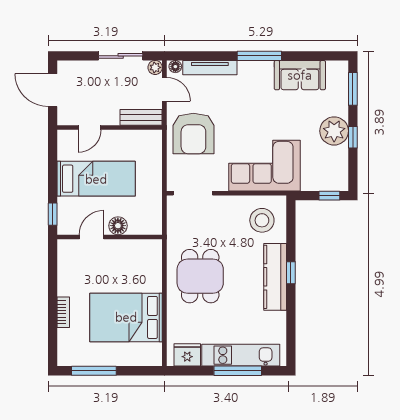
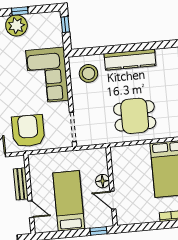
bench: (141, 117) -> (21, 184), moved
armchair: (193, 134) -> (28, 131), turned -90
window: (291, 273) -> (126, 48), removed

